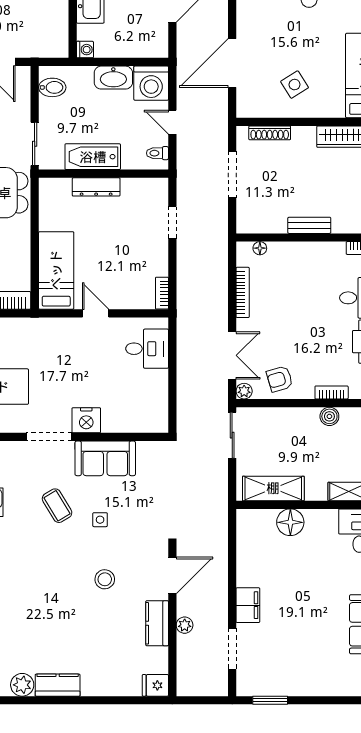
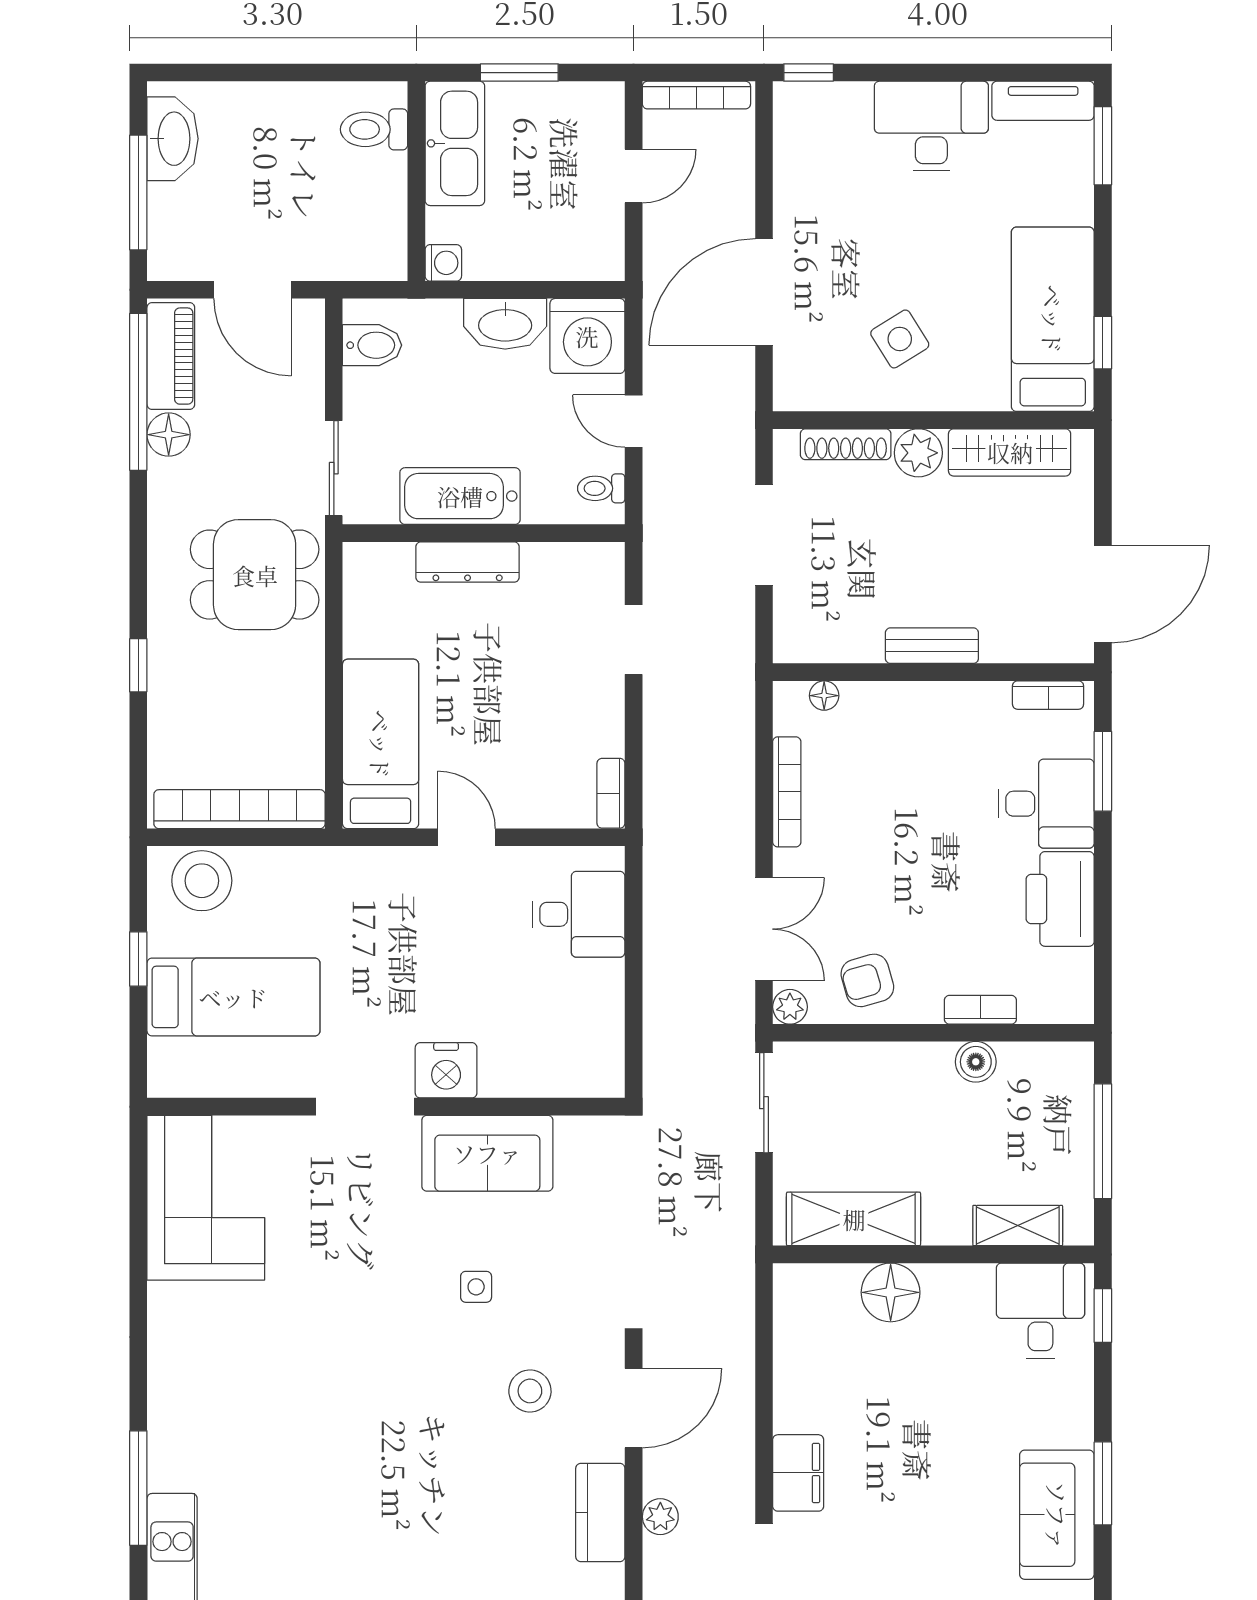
plant: (303, 137) -> (918, 453), added
coffee table: (57, 506) -> (382, 1256), removed
stool: (105, 579) -> (530, 1391), moved

